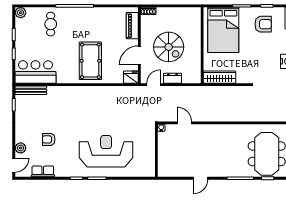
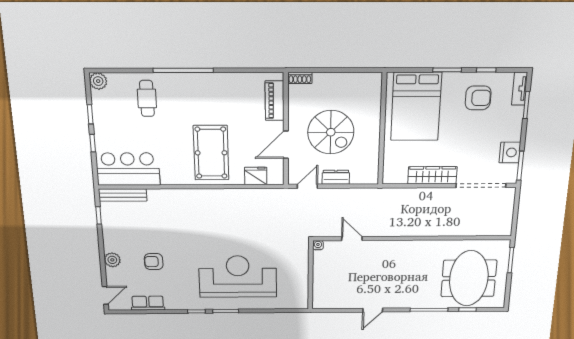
fridge: (131, 77) -> (256, 176), moved
wardrobe: (219, 77) -> (432, 175), moved
plant: (21, 148) -> (112, 260), moved

